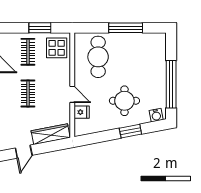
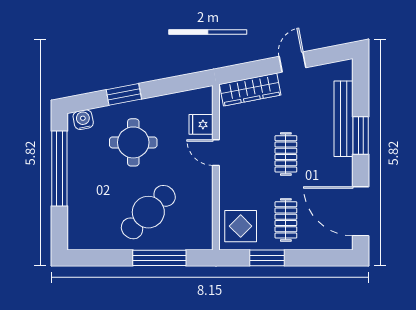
window: (126, 28) -> (159, 258), moved
cafe table: (98, 57) -> (148, 212), moved, turned 45

